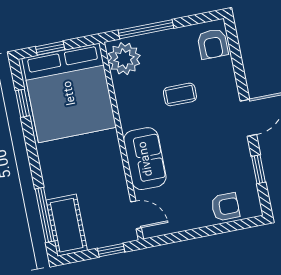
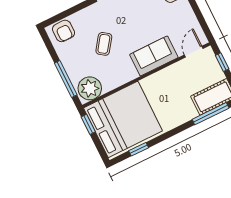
armchair: (213, 44) -> (64, 31), turned 90
window: (50, 48) -> (88, 124), moved
coffee table: (180, 94) -> (104, 44), turned 36

